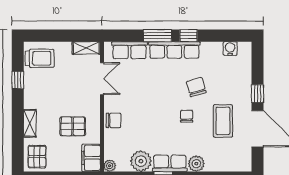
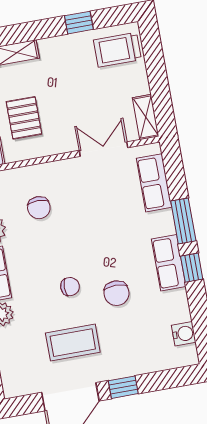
row of seats: (174, 50) -> (169, 263), width x0.68
trolley: (40, 58) -> (117, 50), turned 90
double door: (102, 79) -> (104, 149), swing flipped
chair: (196, 87) -> (117, 293), turned 106
chair: (114, 120) -> (39, 208), moved

